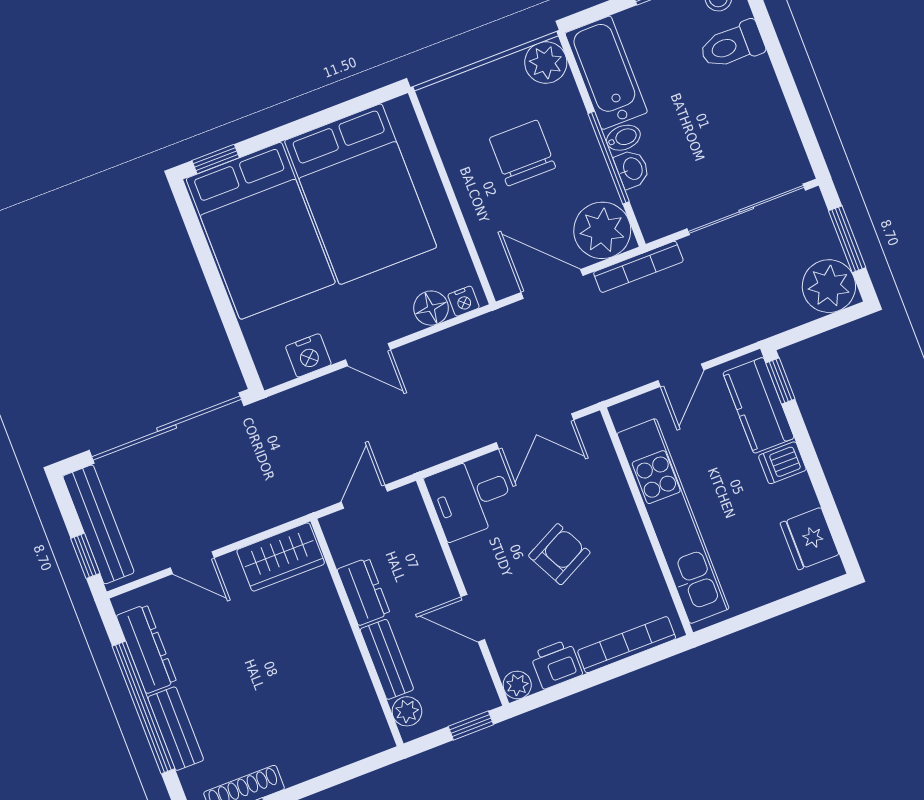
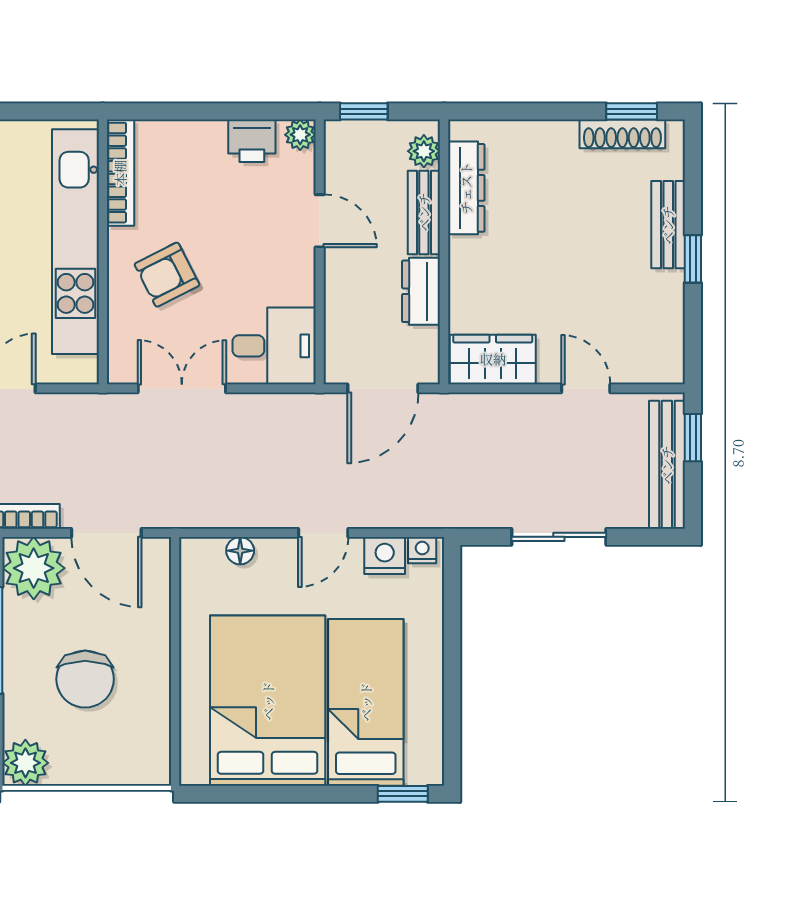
bed: (261, 231) -> (366, 702), width x0.67
nightstand: (464, 301) -> (422, 550), moved
floor lamp: (431, 308) -> (240, 551), width x0.73, depth x0.73
door: (368, 355) -> (323, 533), swing flipped
sliding door: (167, 428) -> (559, 537), width x0.54
door: (364, 497) -> (383, 388), width x1.38
armchair: (559, 554) -> (167, 275), moved
bookcase: (627, 645) -> (120, 173), moved, turned -90
dresser: (146, 649) -> (466, 188), moved, turned 180
window: (143, 707) -> (693, 259), width x0.32

